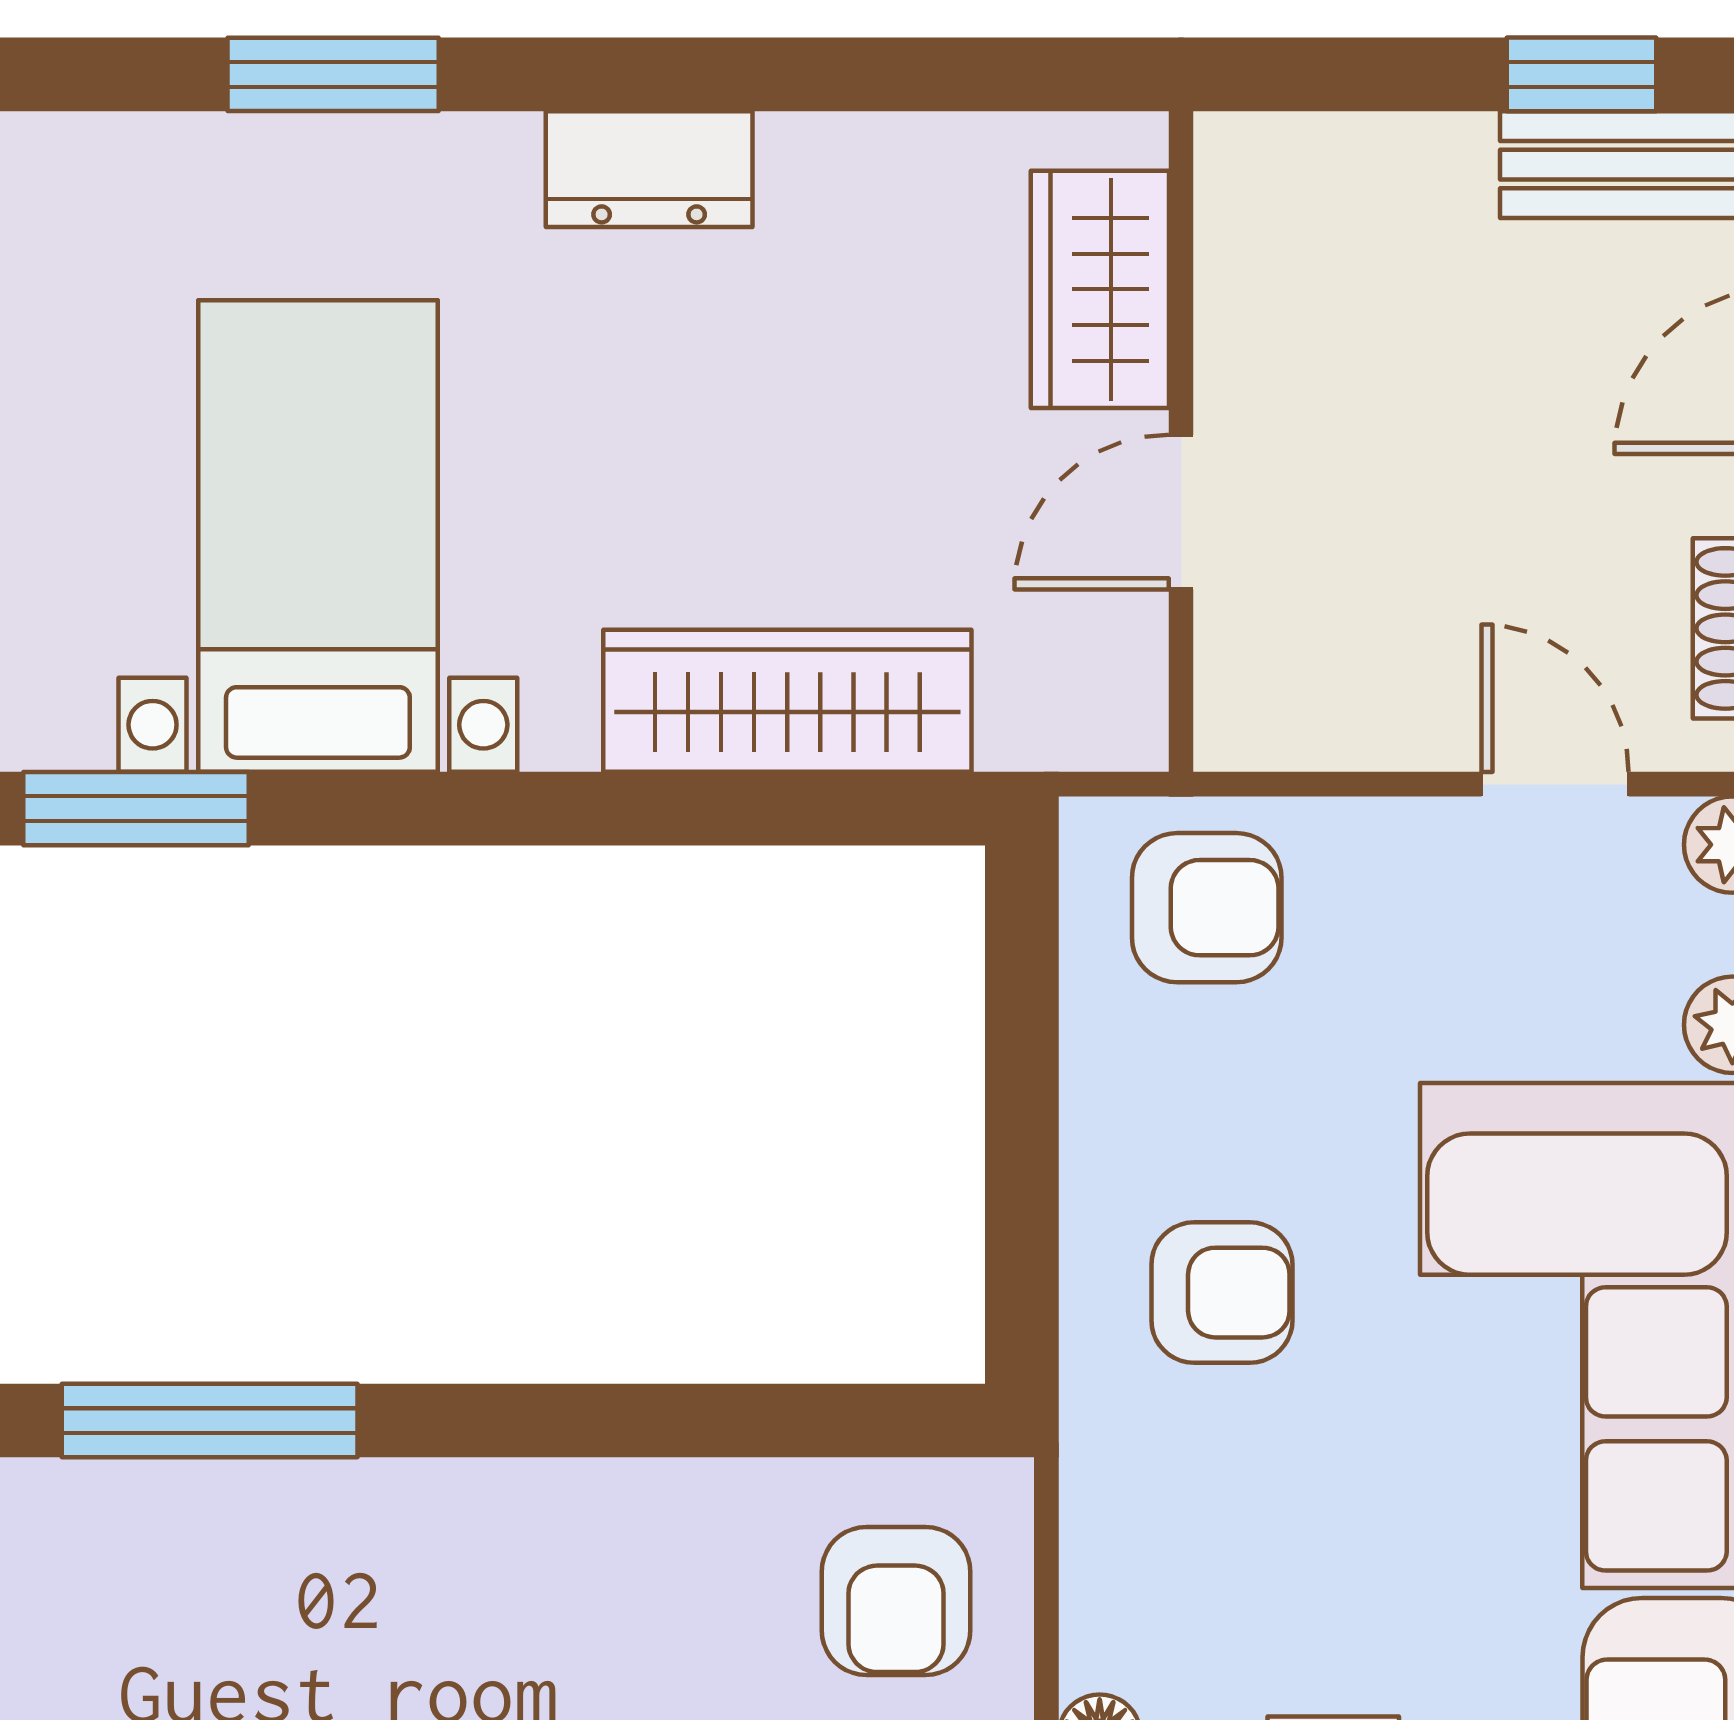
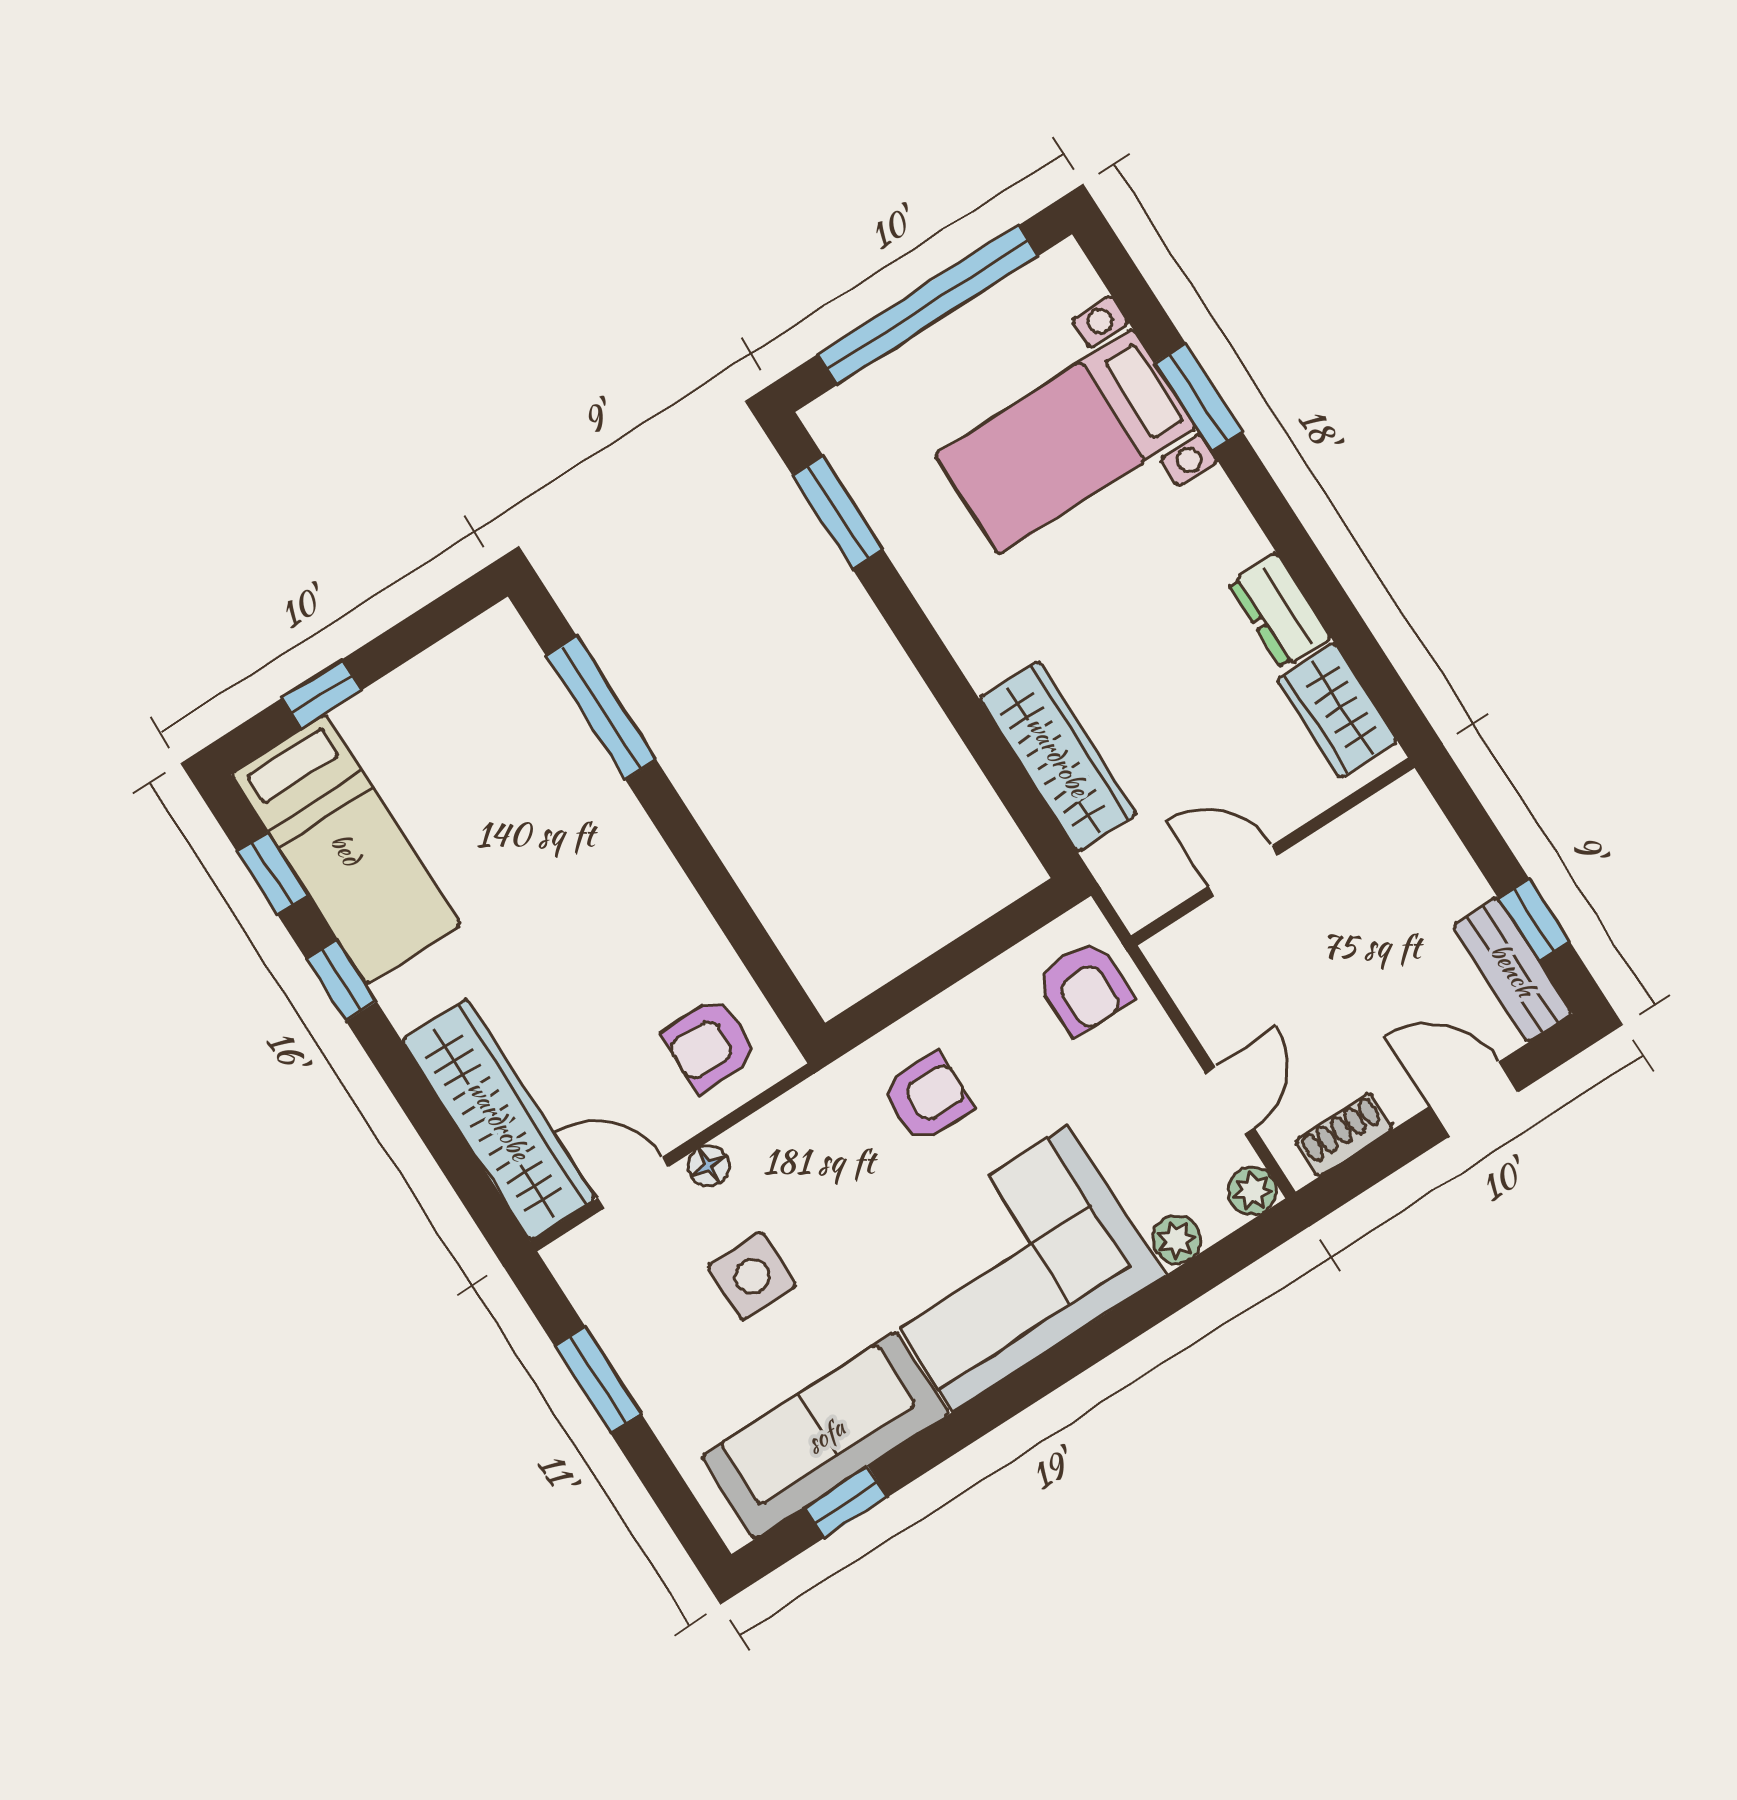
dresser: (649, 169) -> (1279, 610), moved
wardrobe: (1100, 289) -> (1337, 711), moved, turned -90
bed with nightstands: (318, 536) -> (1066, 442), moved, turned 180
armchair: (1222, 1293) -> (927, 1098), turned -90

